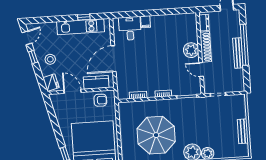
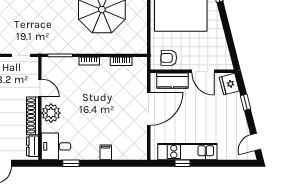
window: (172, 11) -> (71, 163), added
desk: (130, 28) -> (56, 146), moved, turned 90
window: (33, 57) -> (245, 102), moved
stool: (50, 59) -> (228, 113), removed

